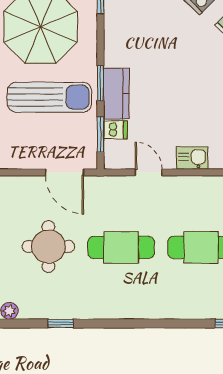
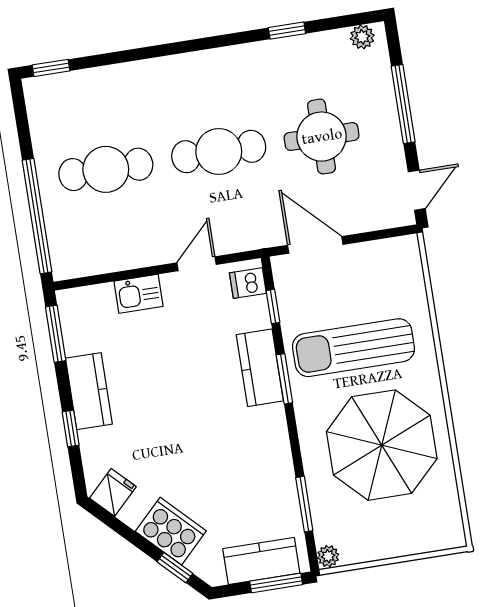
dishwasher: (115, 130) -> (248, 283), moved
window: (101, 134) -> (273, 306), width x0.67
door: (149, 172) -> (197, 264), swing flipped

